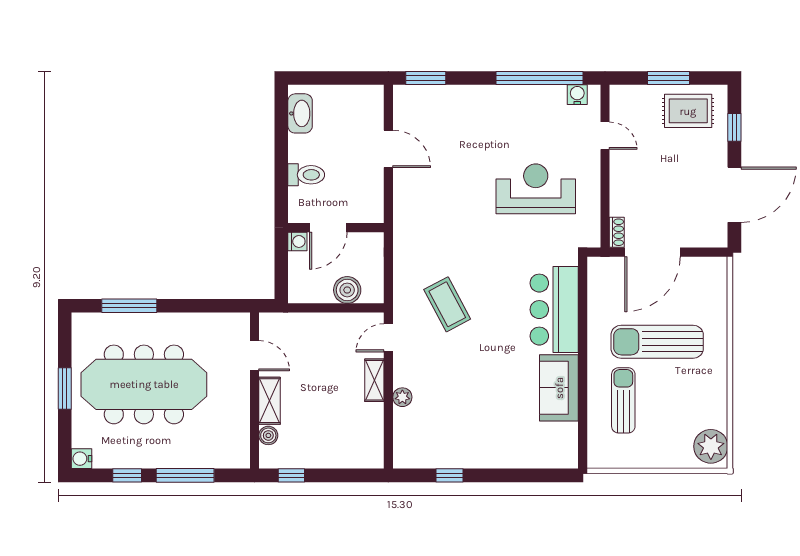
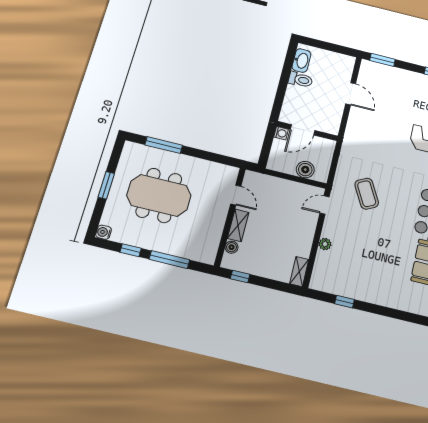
toilet: (306, 175) -> (301, 80), moved
shelving: (374, 380) -> (299, 272), moved
meeting table: (144, 384) -> (159, 195), width x0.73

